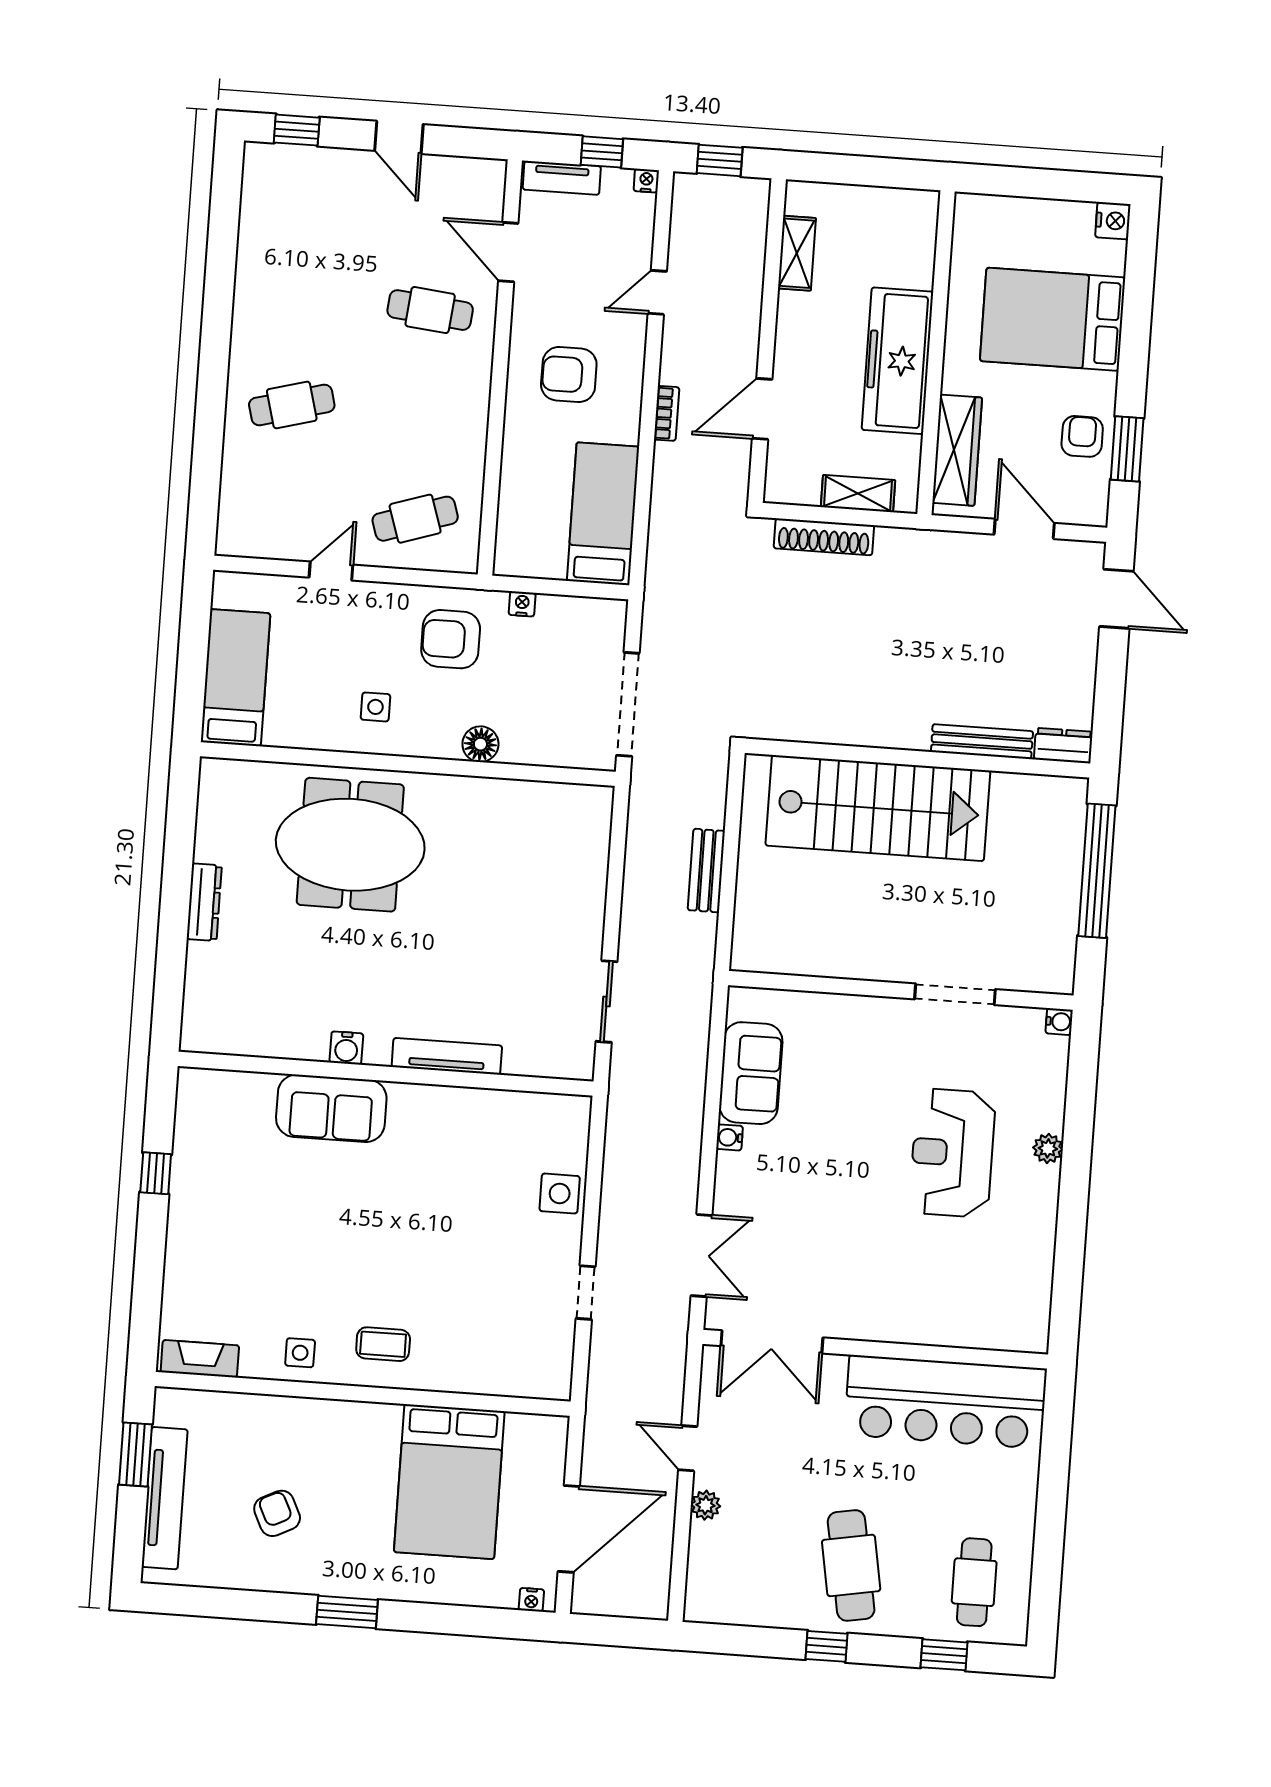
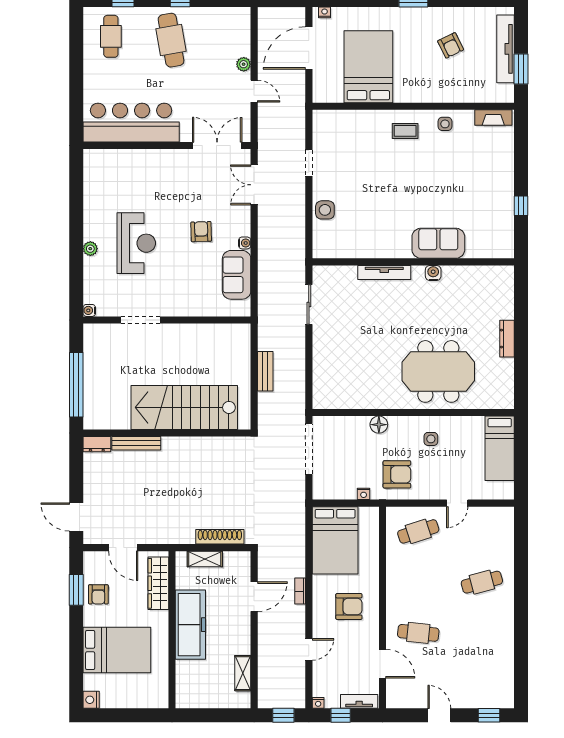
bed: (603, 514) -> (335, 540), width x1.50
armchair: (817, 1167) -> (201, 232), added

